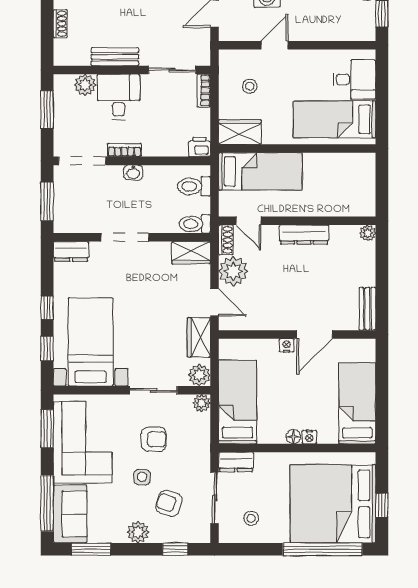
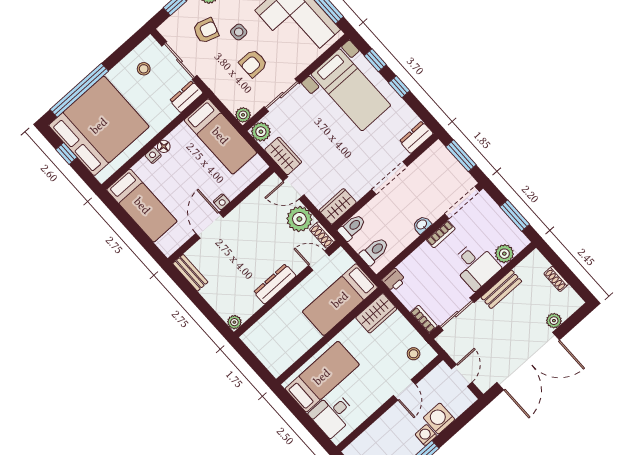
stool: (250, 86) -> (414, 354), moved

